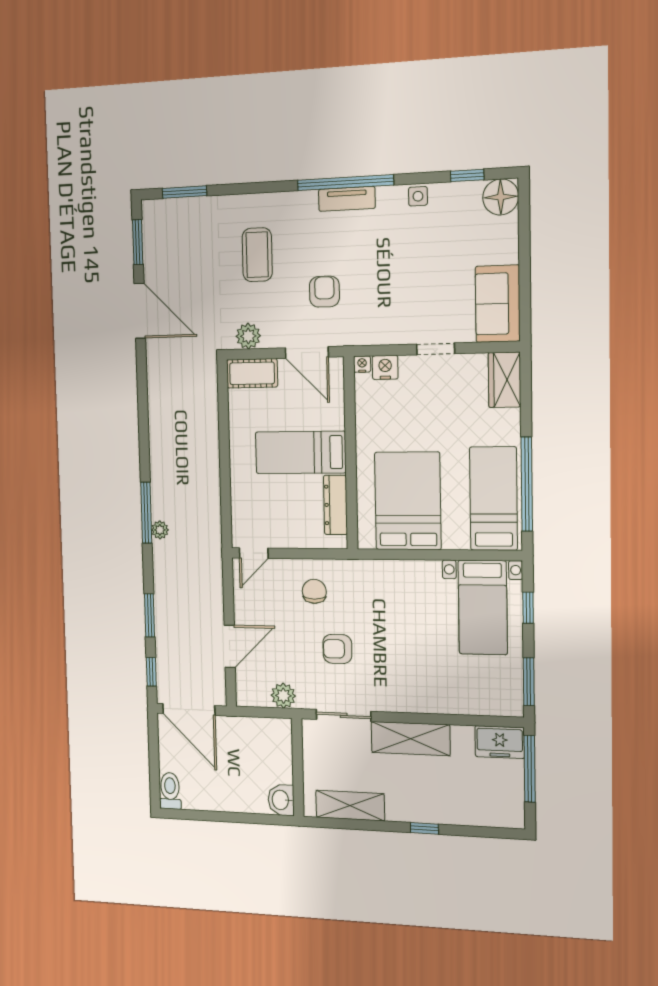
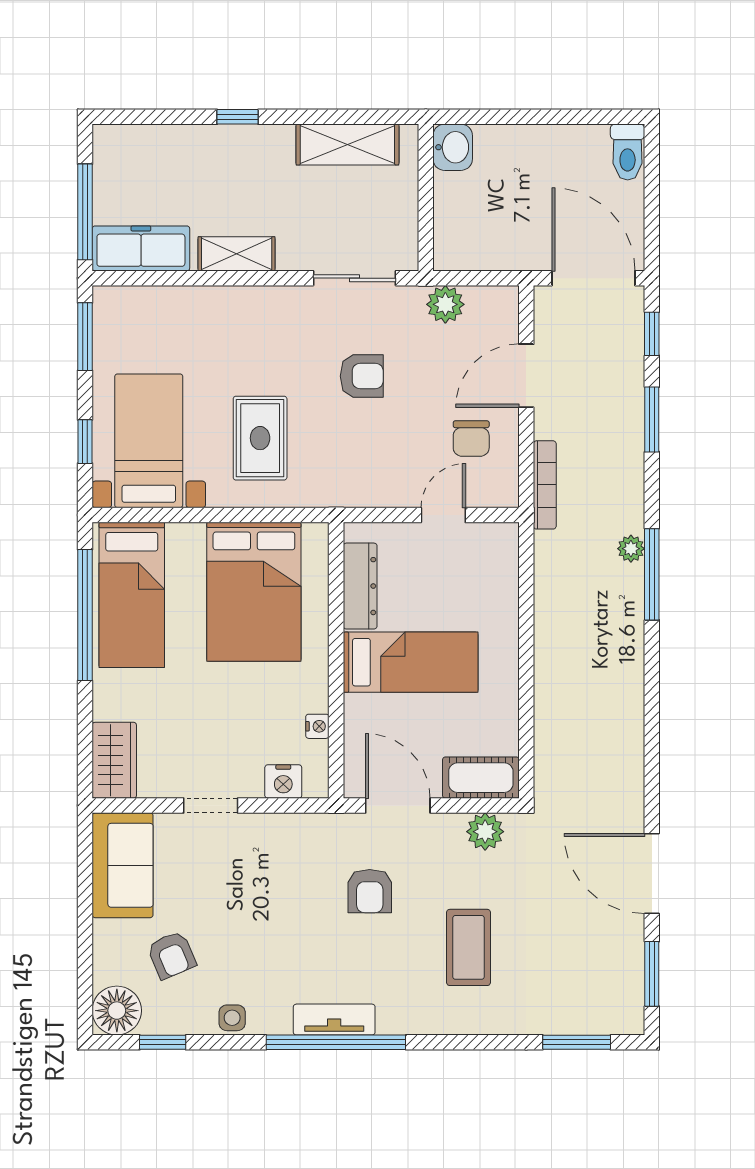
armchair: (462, 240) -> (172, 955), added
nightstand: (362, 364) -> (317, 726), moved, turned -90
door: (254, 553) -> (443, 515), moved
bookcase: (216, 573) -> (545, 485), added
chair: (314, 591) -> (471, 439), moved
rug: (405, 608) -> (260, 438), added
shelving: (411, 739) -> (237, 254), width x0.67, depth x0.75
freezer: (500, 742) -> (141, 248), width x1.40

